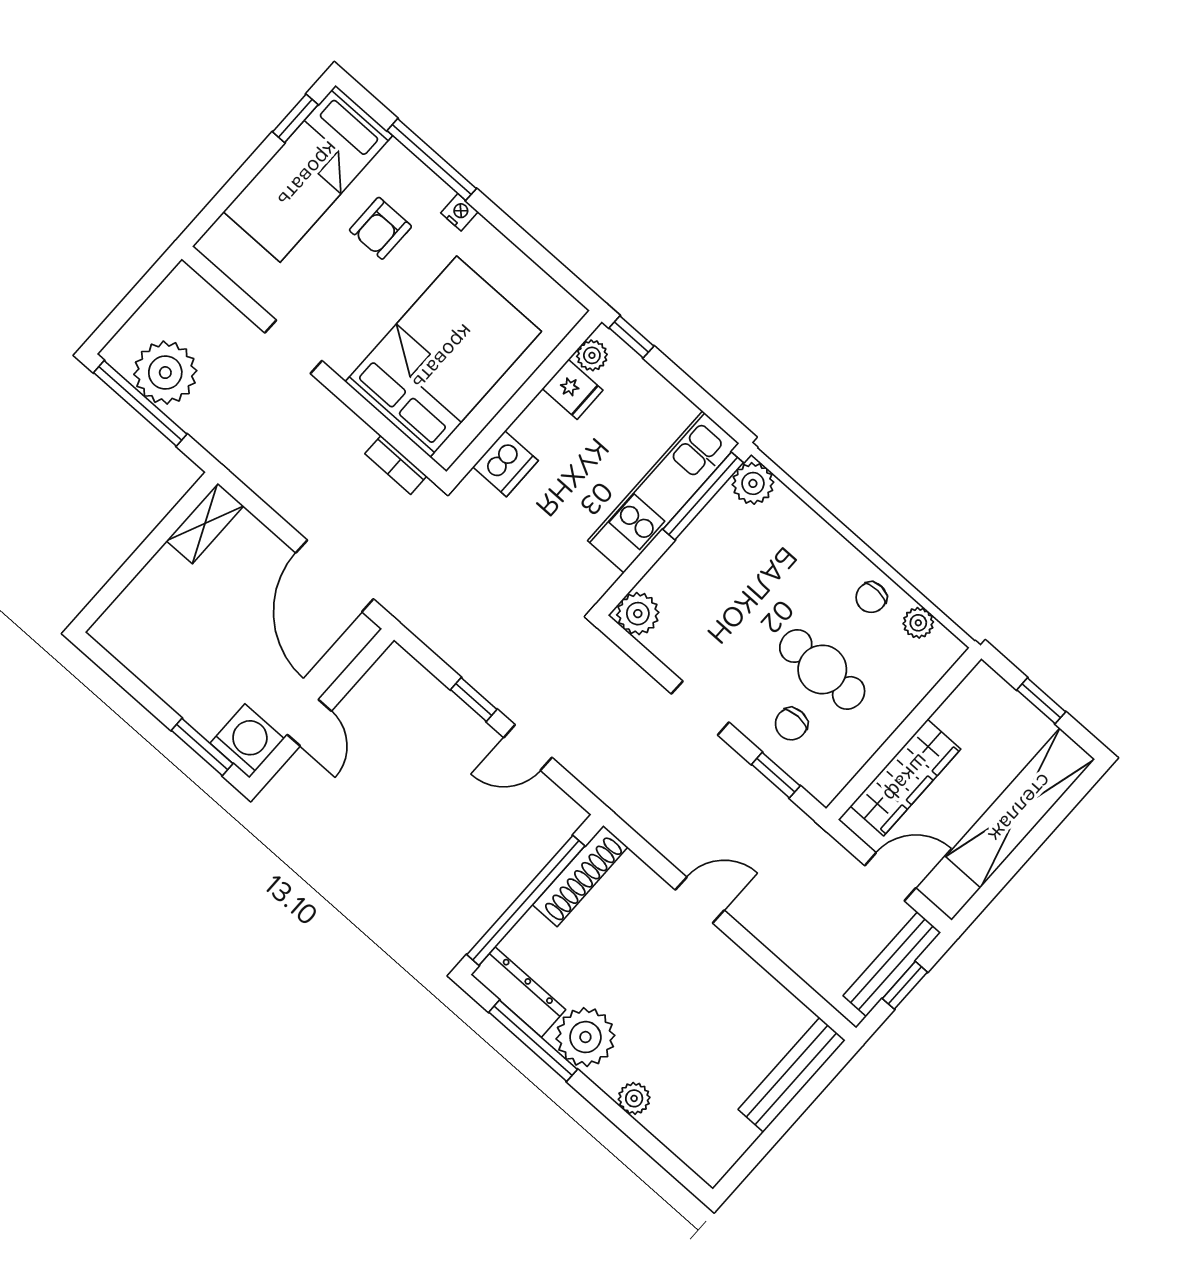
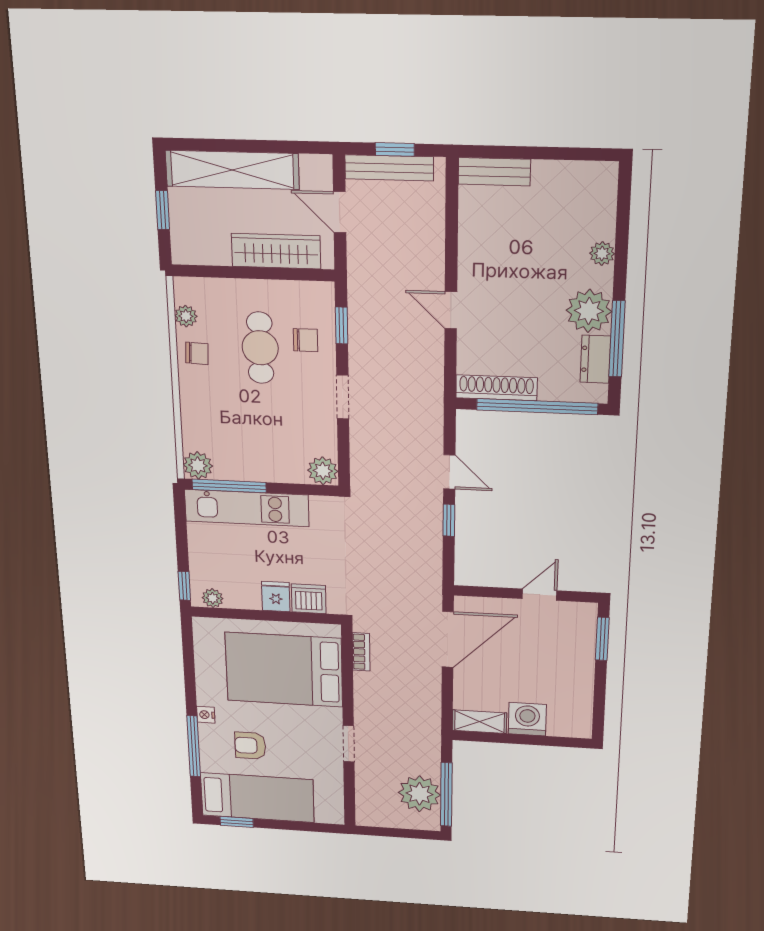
armchair: (380, 228) -> (250, 746), turned 180
fridge: (573, 389) -> (276, 596), moved
washing machine: (247, 741) -> (527, 719), moved, turned 90
dresser: (518, 992) -> (595, 359), width x0.70
bench: (792, 1075) -> (494, 172), width x0.73

